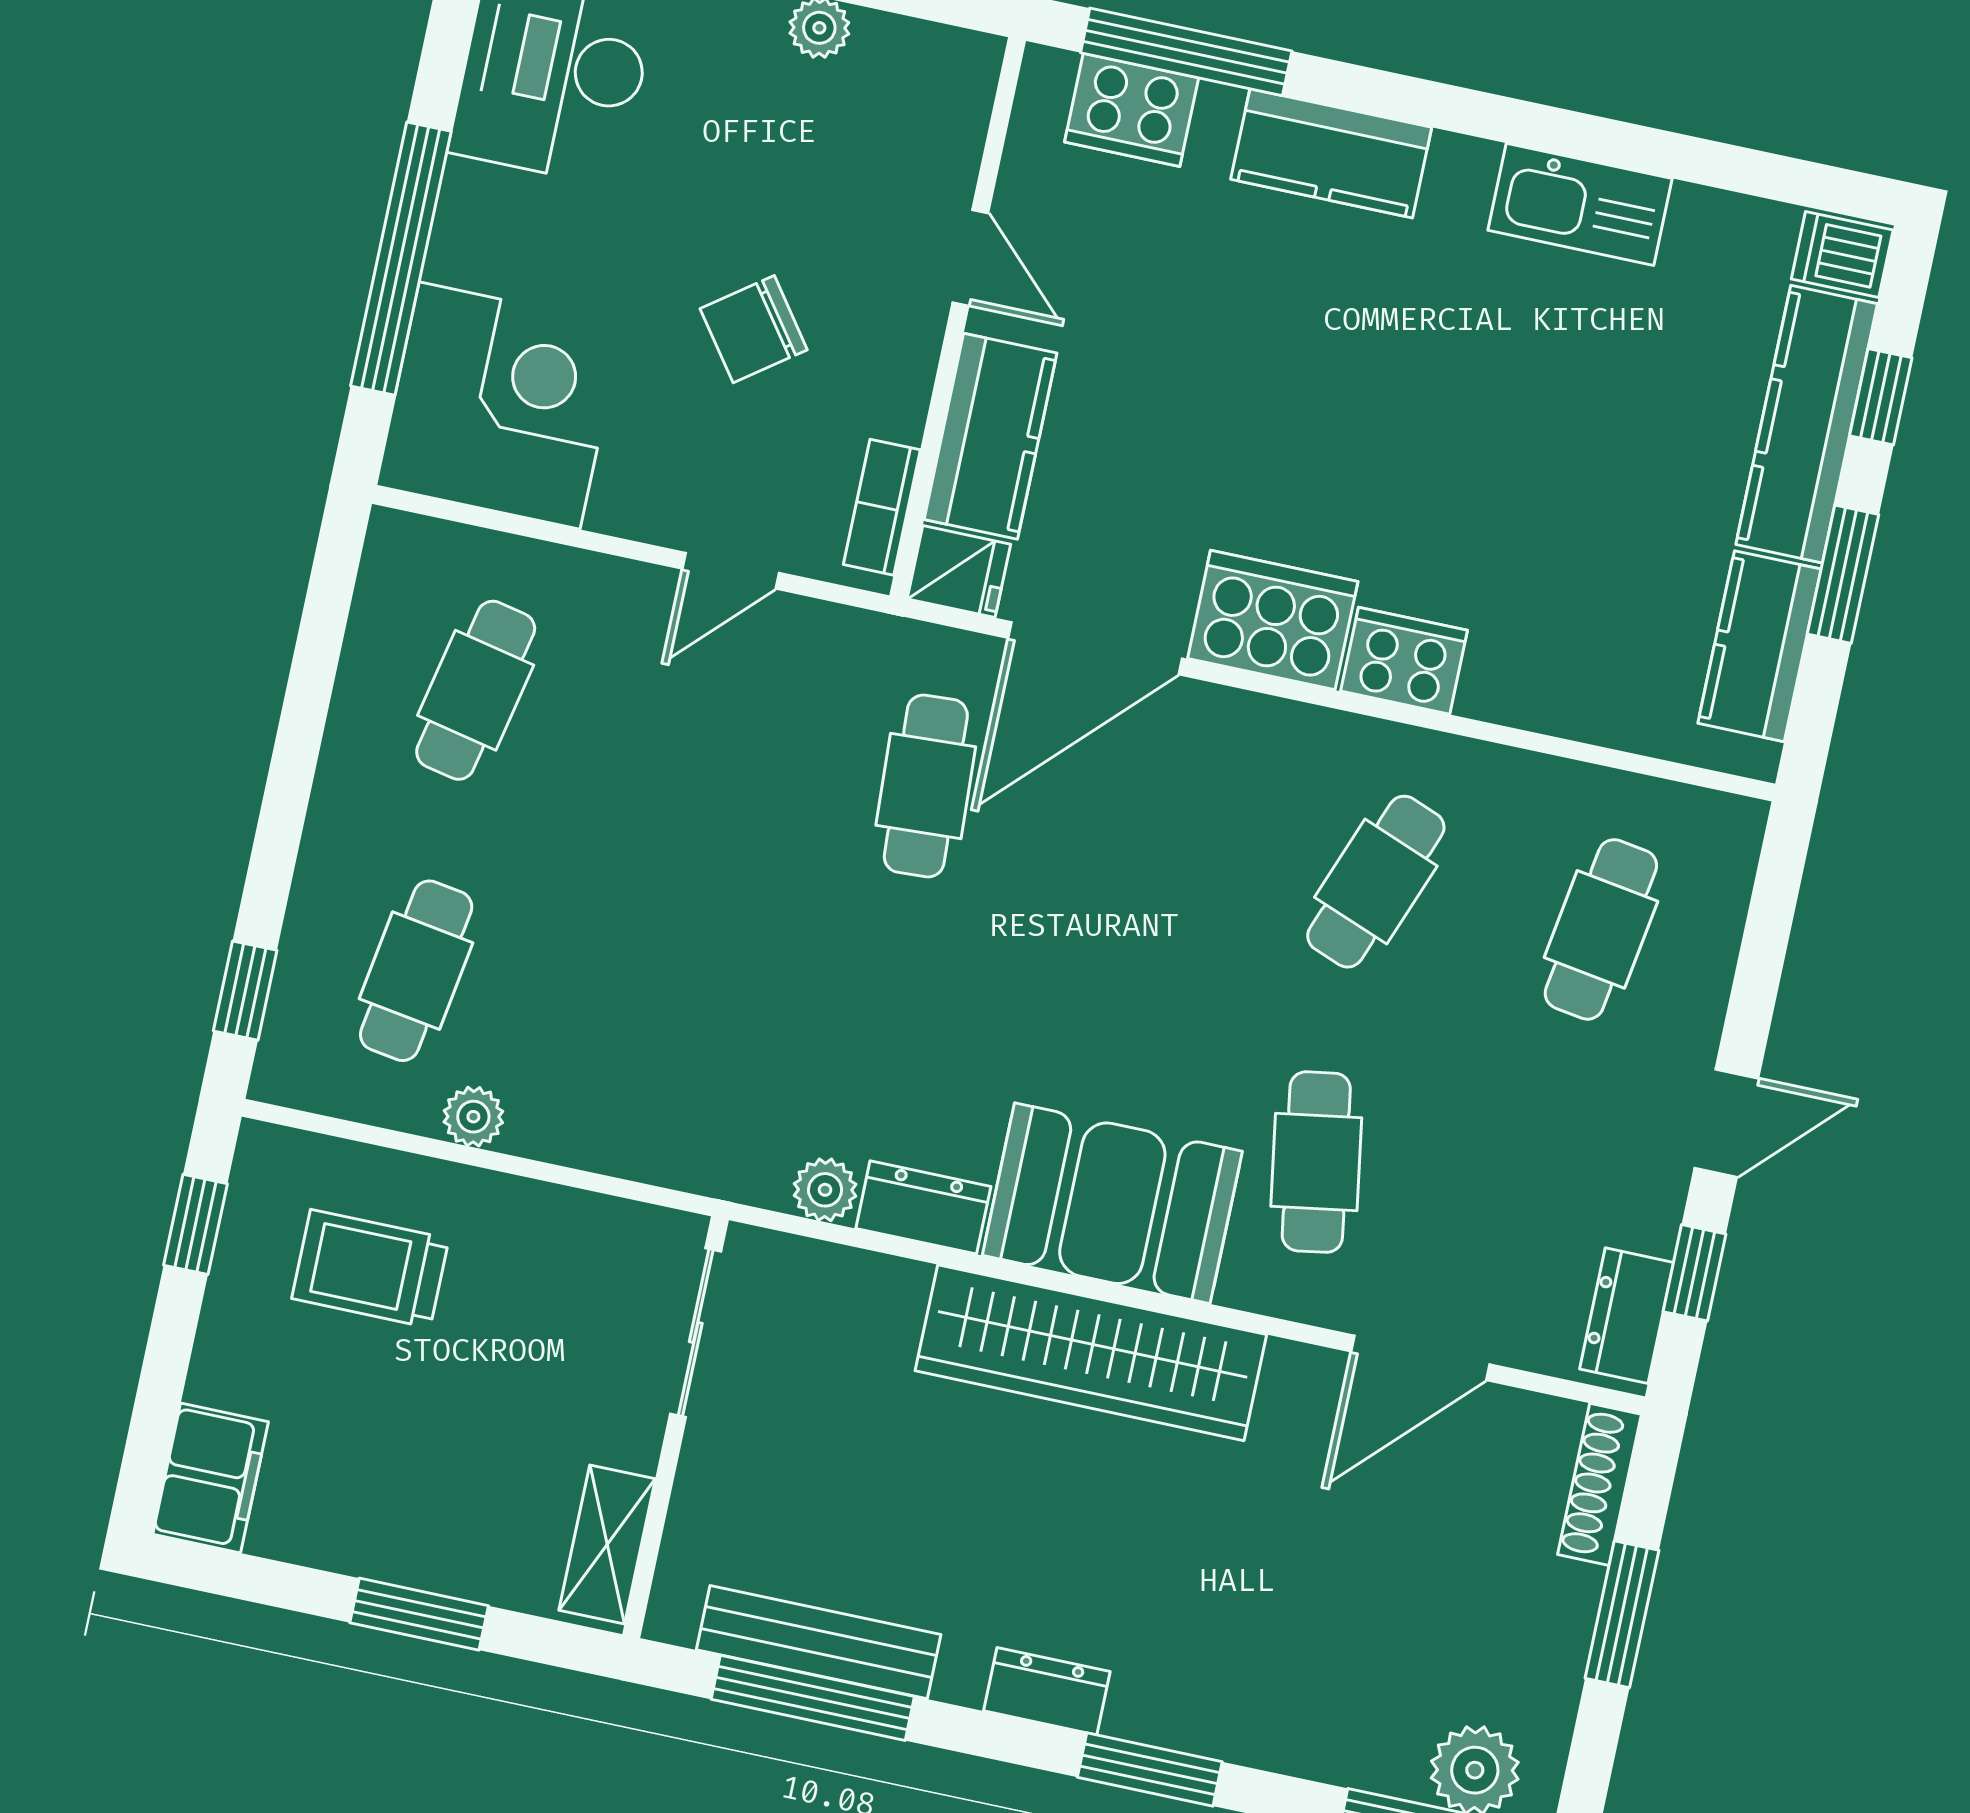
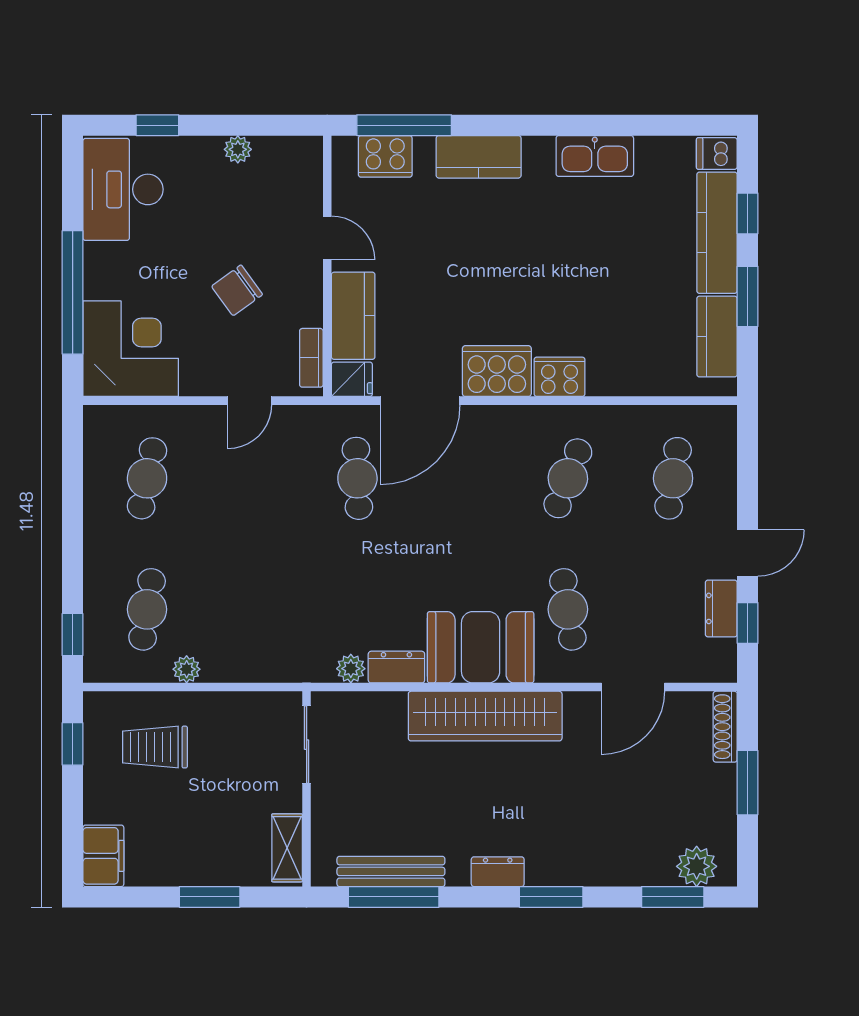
dresser: (1627, 1316) -> (721, 608), moved

